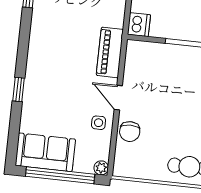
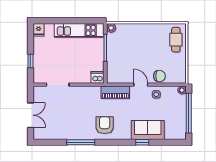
armchair: (55, 28) -> (105, 125), added
door: (118, 98) -> (141, 85), swing flipped
sofa: (45, 152) -> (148, 130), moved, turned 90

